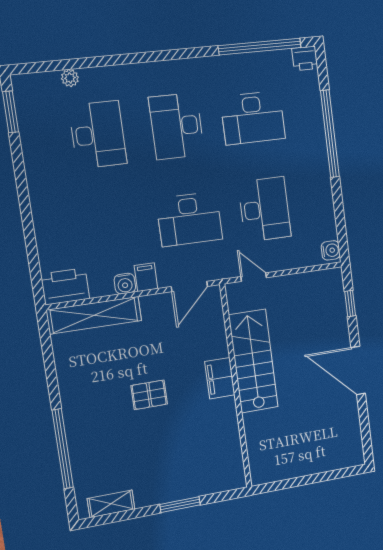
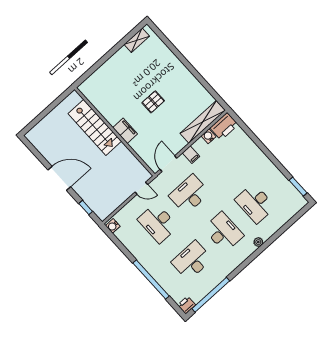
plant: (70, 78) -> (258, 242), moved
water cooler: (125, 284) -> (209, 136), moved
stairs: (253, 361) -> (95, 127), moved
window: (63, 449) -> (176, 52), removed
window: (180, 505) -> (104, 60), removed

